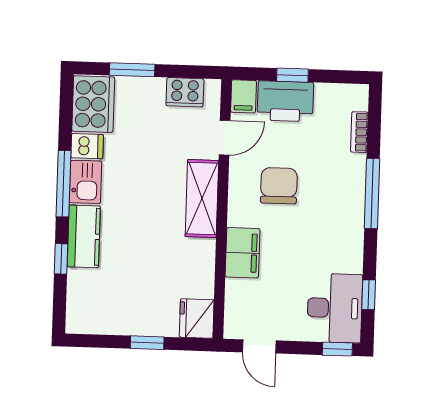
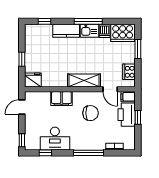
window: (61, 259) -> (44, 21), moved
desk: (335, 308) -> (55, 139), moved

